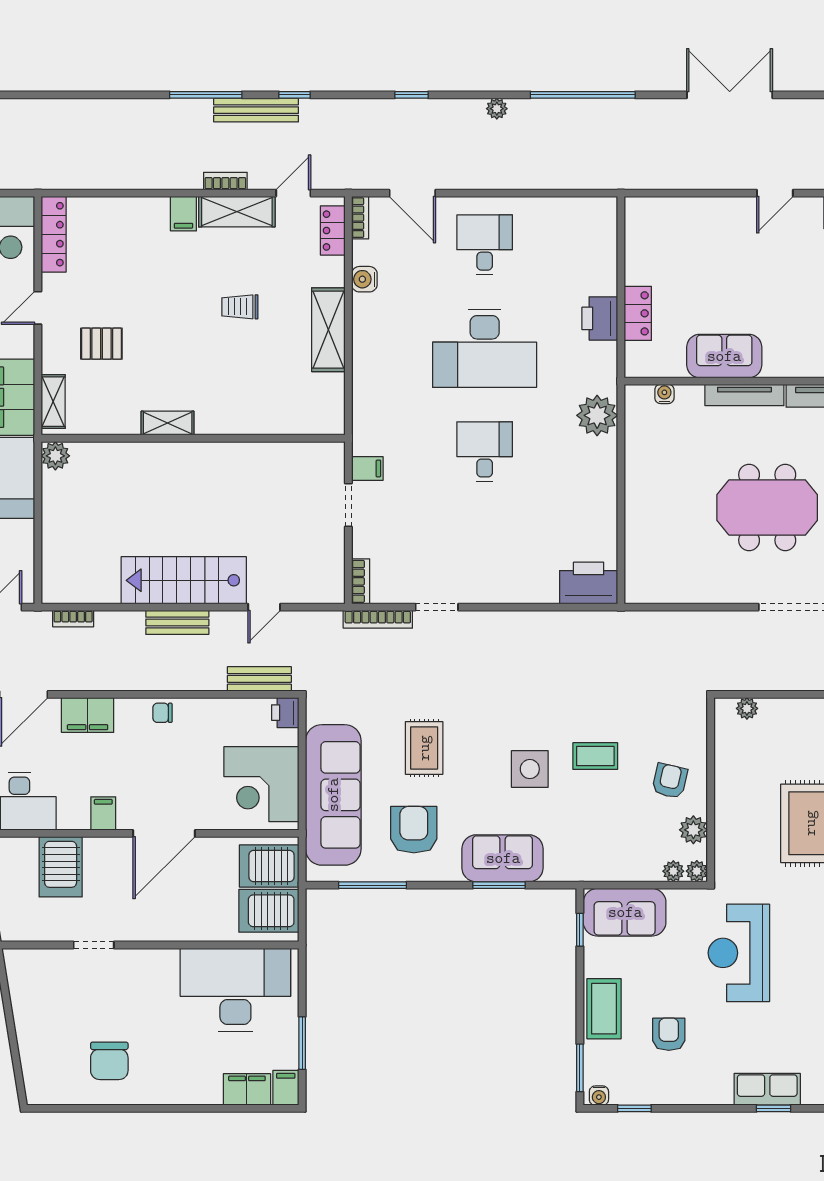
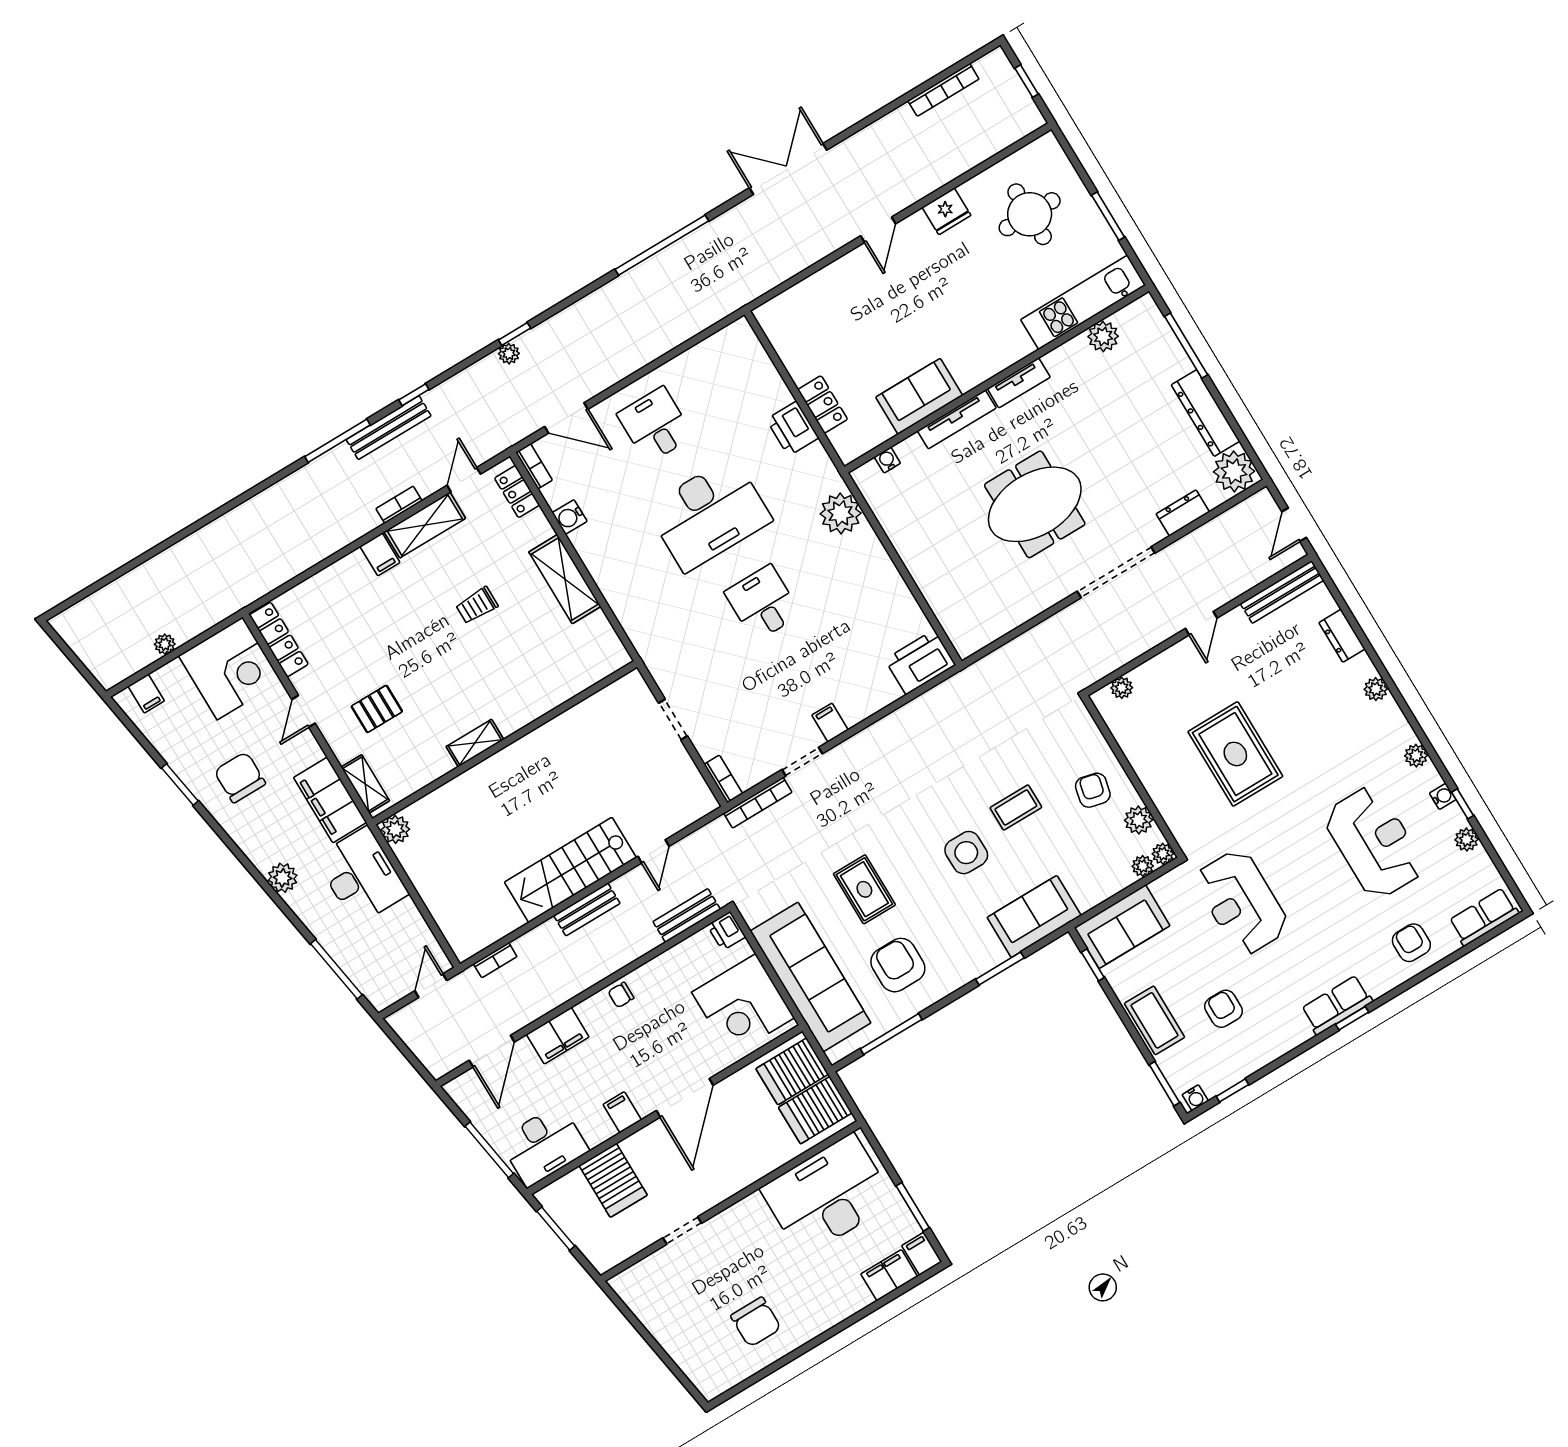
plant: (497, 109) -> (509, 354), moved
filing cabinet: (367, 468) -> (830, 723), moved, turned -90
sofa: (503, 858) -> (1034, 916), moved

